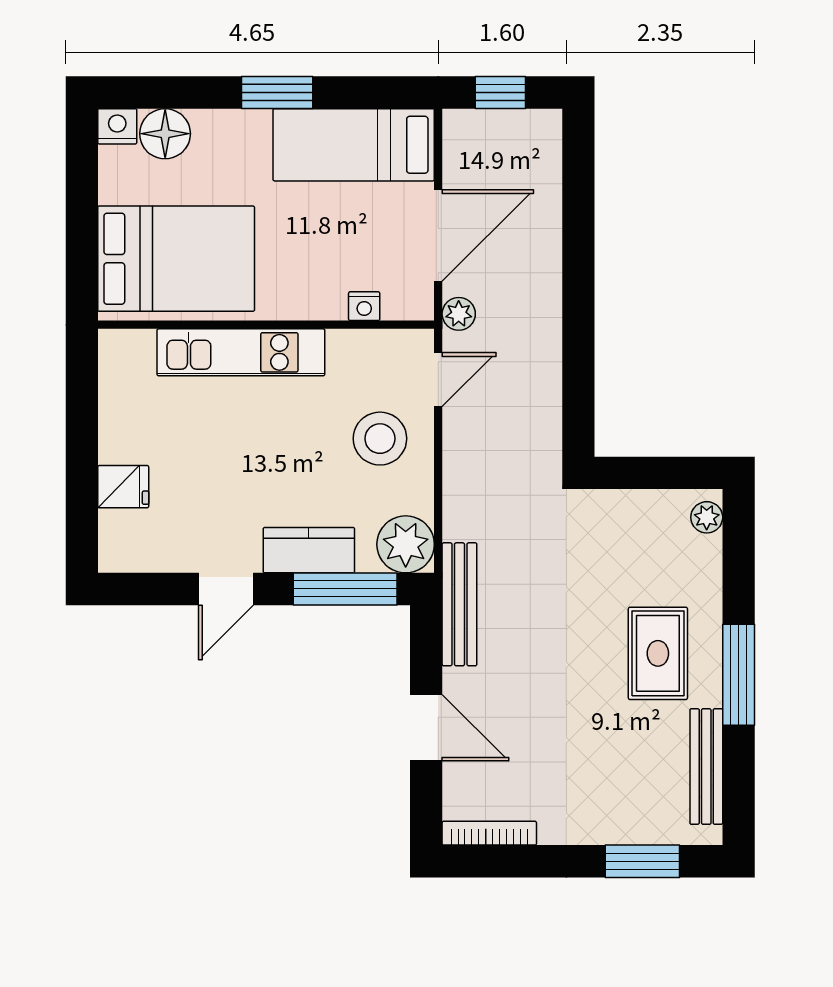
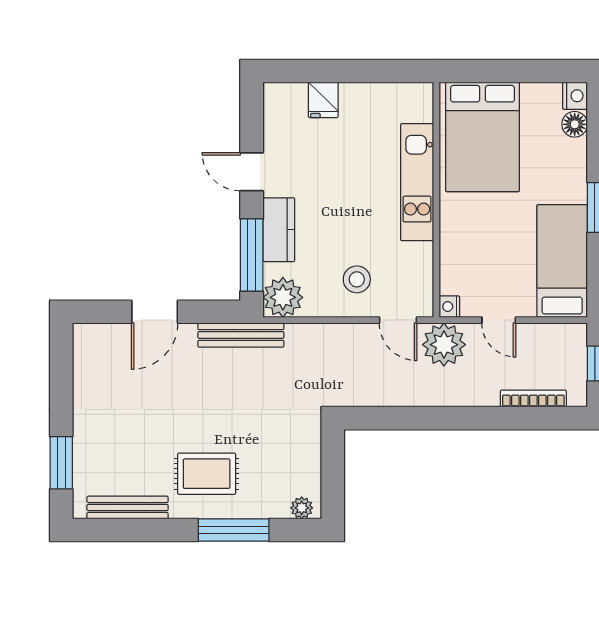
floor lamp: (165, 134) -> (575, 124), width x0.73, depth x0.73
door: (438, 236) -> (499, 320), width x0.53
nightstand: (364, 306) -> (449, 307), moved
plant: (459, 314) -> (444, 345), width x1.88, depth x1.88
stool: (380, 439) -> (357, 279), width x0.73, depth x0.73
window: (739, 675) -> (234, 530), moved
bookcase: (489, 833) -> (533, 398), moved, turned -90

